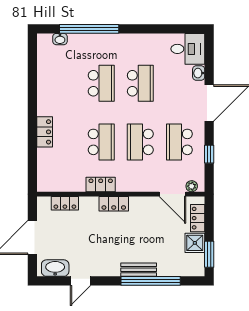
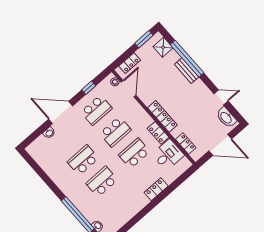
desk: (188, 49) -> (168, 155), moved, turned 90
locker: (114, 204) -> (162, 116), width x1.53
shower: (195, 243) -> (163, 47), moved

